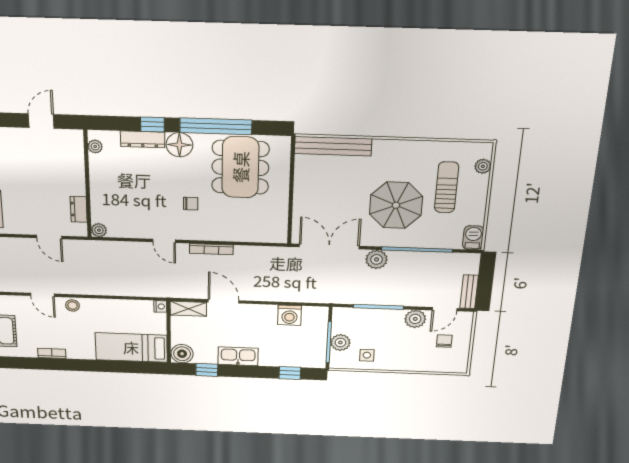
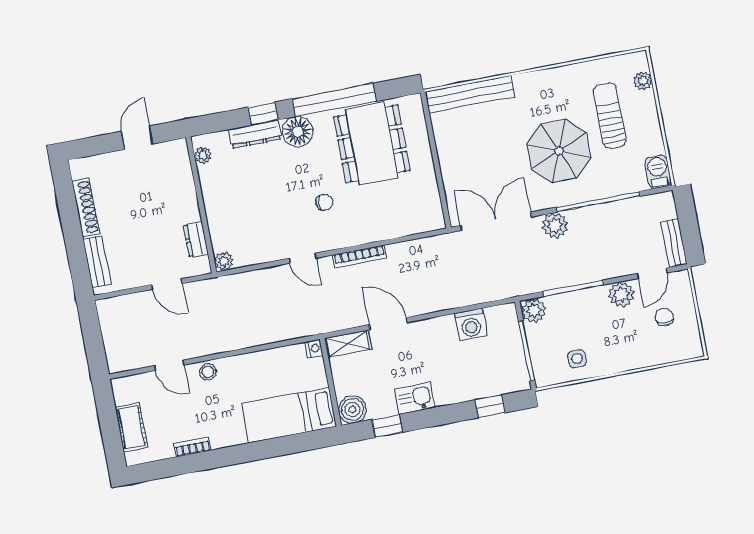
plant: (340, 342) -> (534, 311), moved
kitchen sink: (238, 356) -> (415, 398), width x0.73

